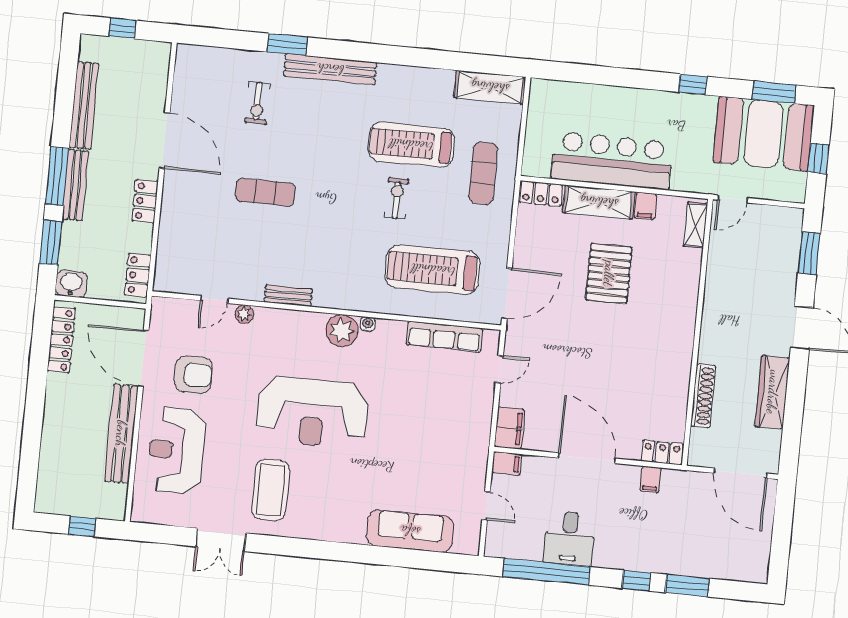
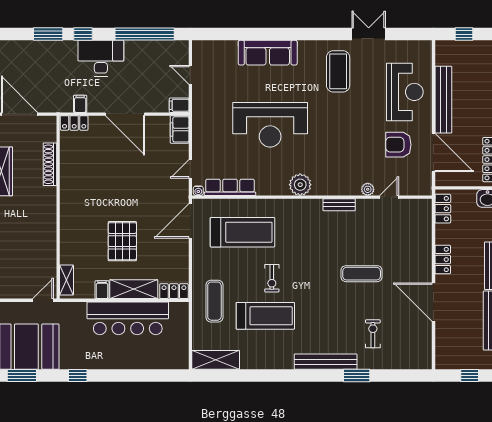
water cooler: (368, 324) -> (198, 191), moved
reception desk: (312, 412) -> (270, 125), moved, turned 180
sofa: (410, 531) -> (268, 53), moved
desk: (569, 539) -> (101, 58), moved, width x1.37

